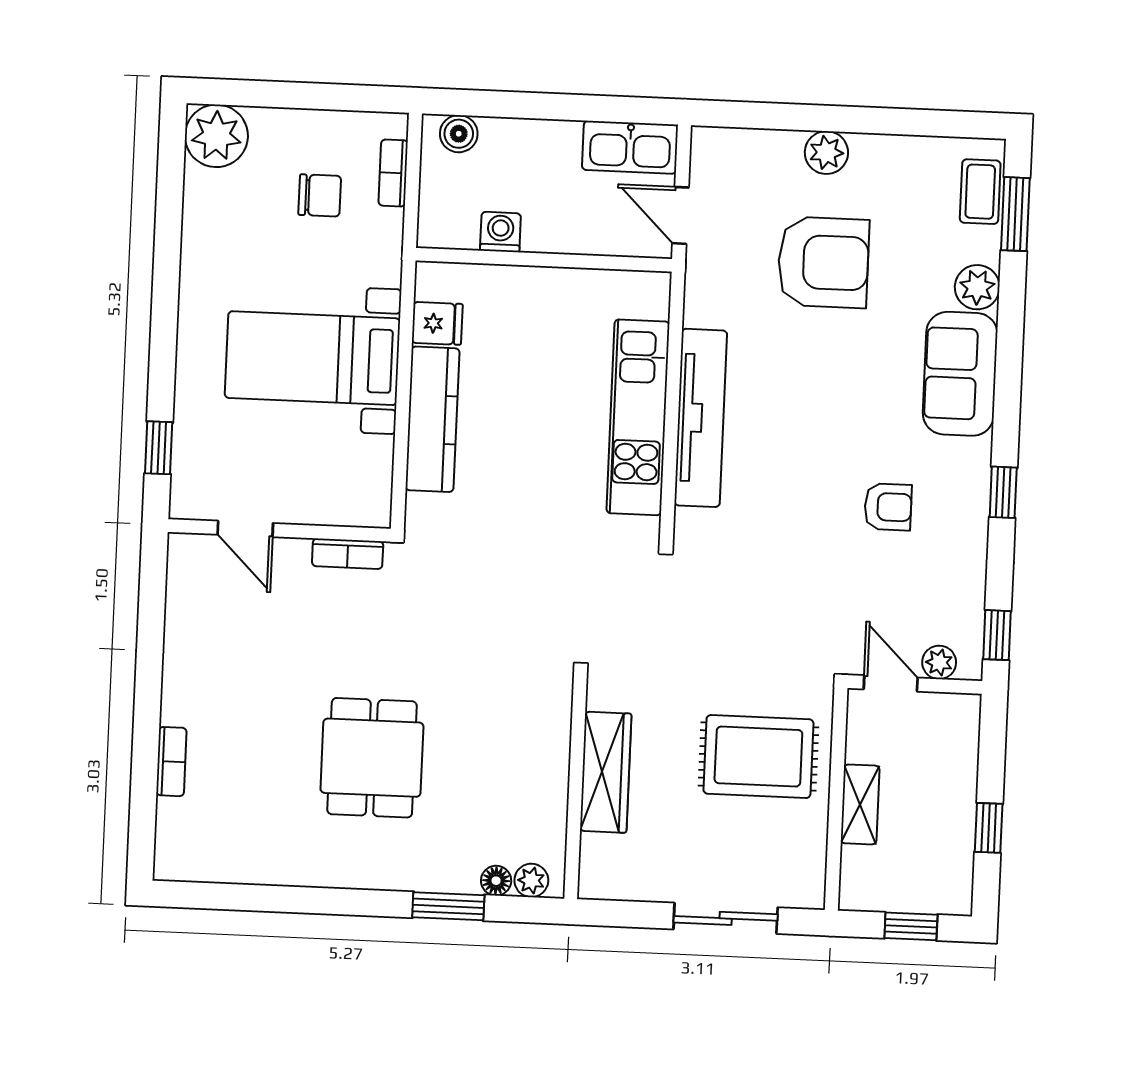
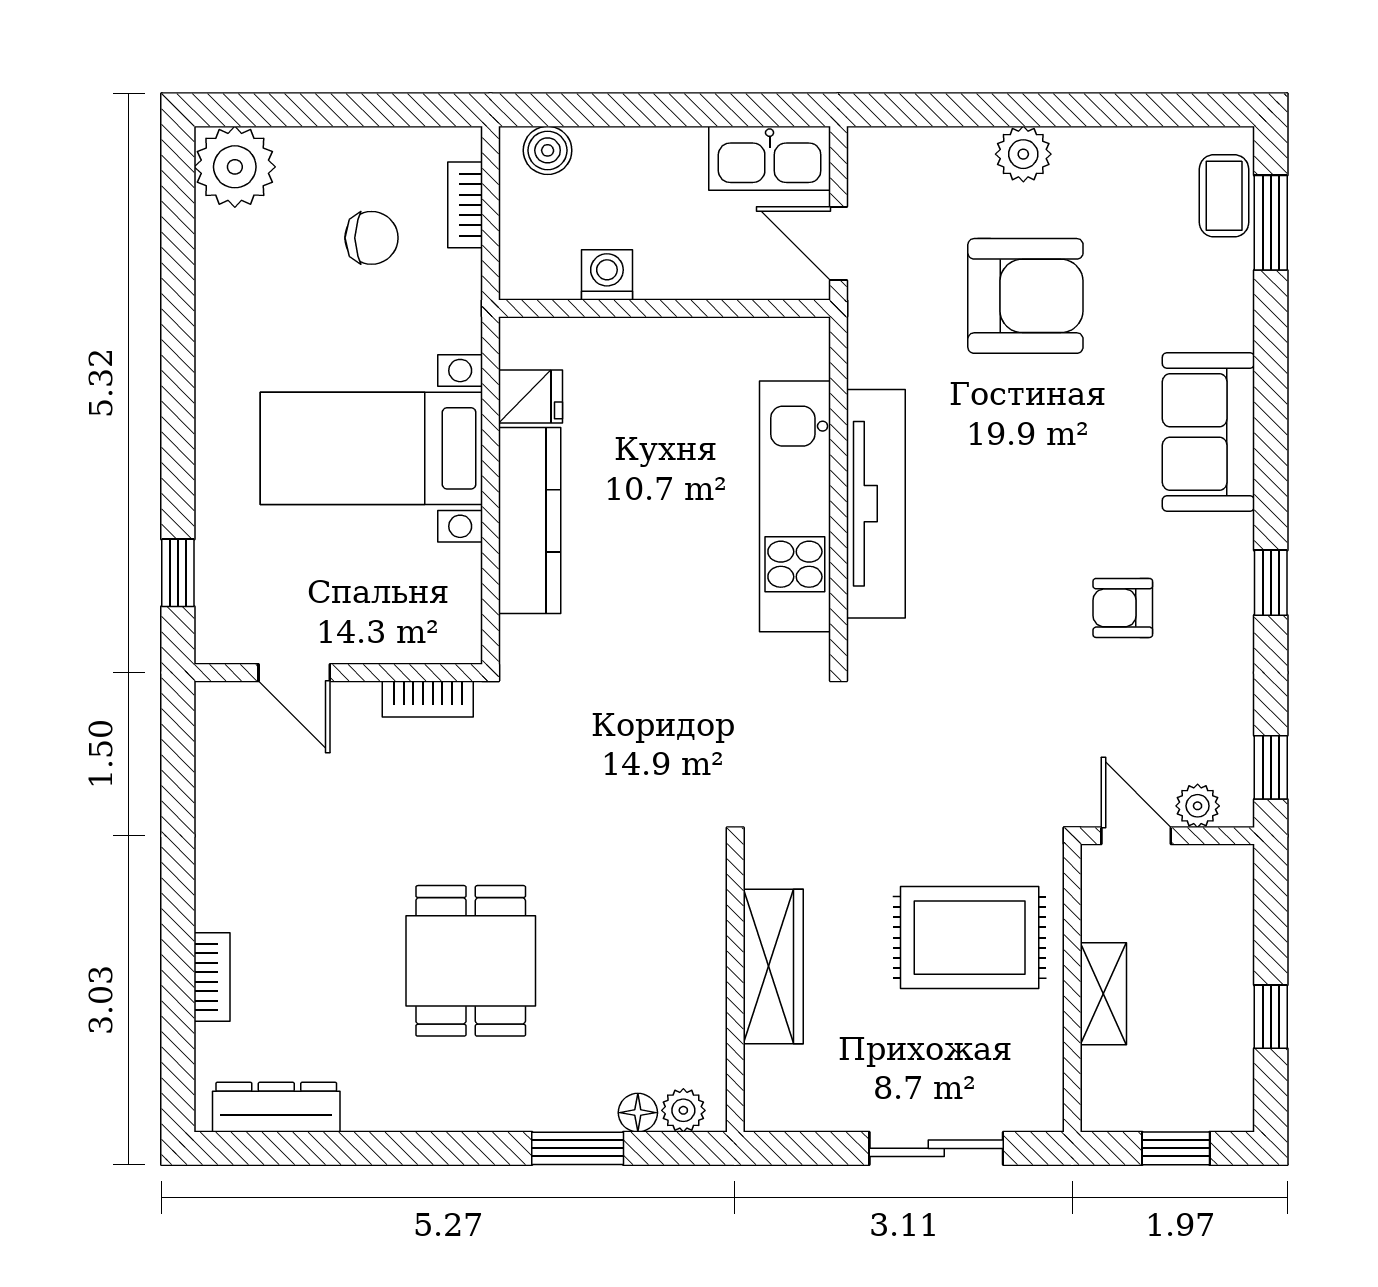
plant: (977, 287) -> (1226, 319), removed
armchair: (888, 507) -> (1123, 608), turned 180
dresser: (217, 864) -> (276, 1107), added

